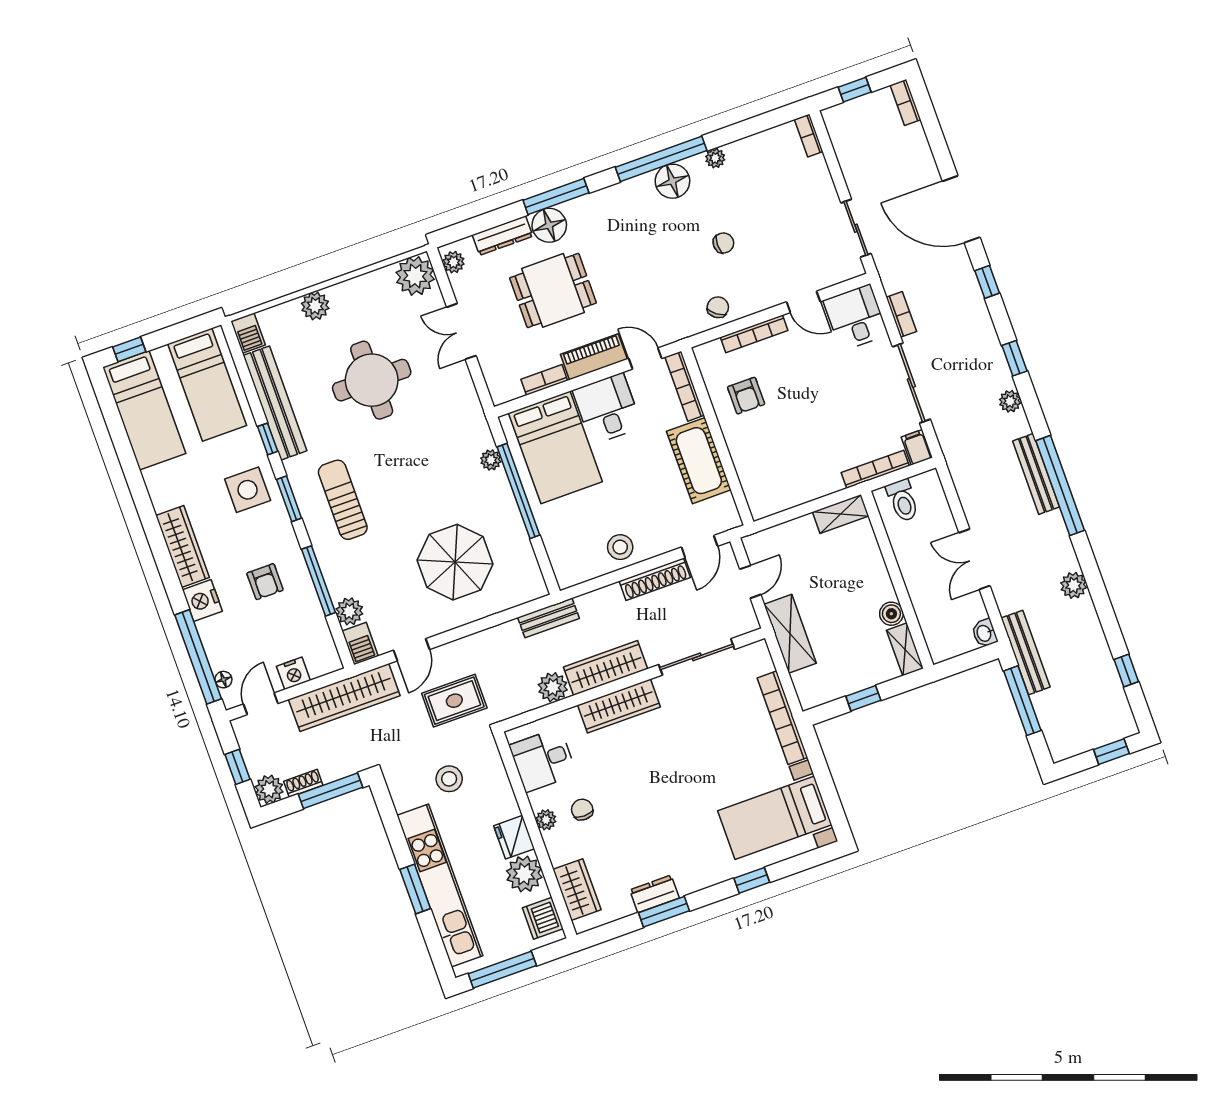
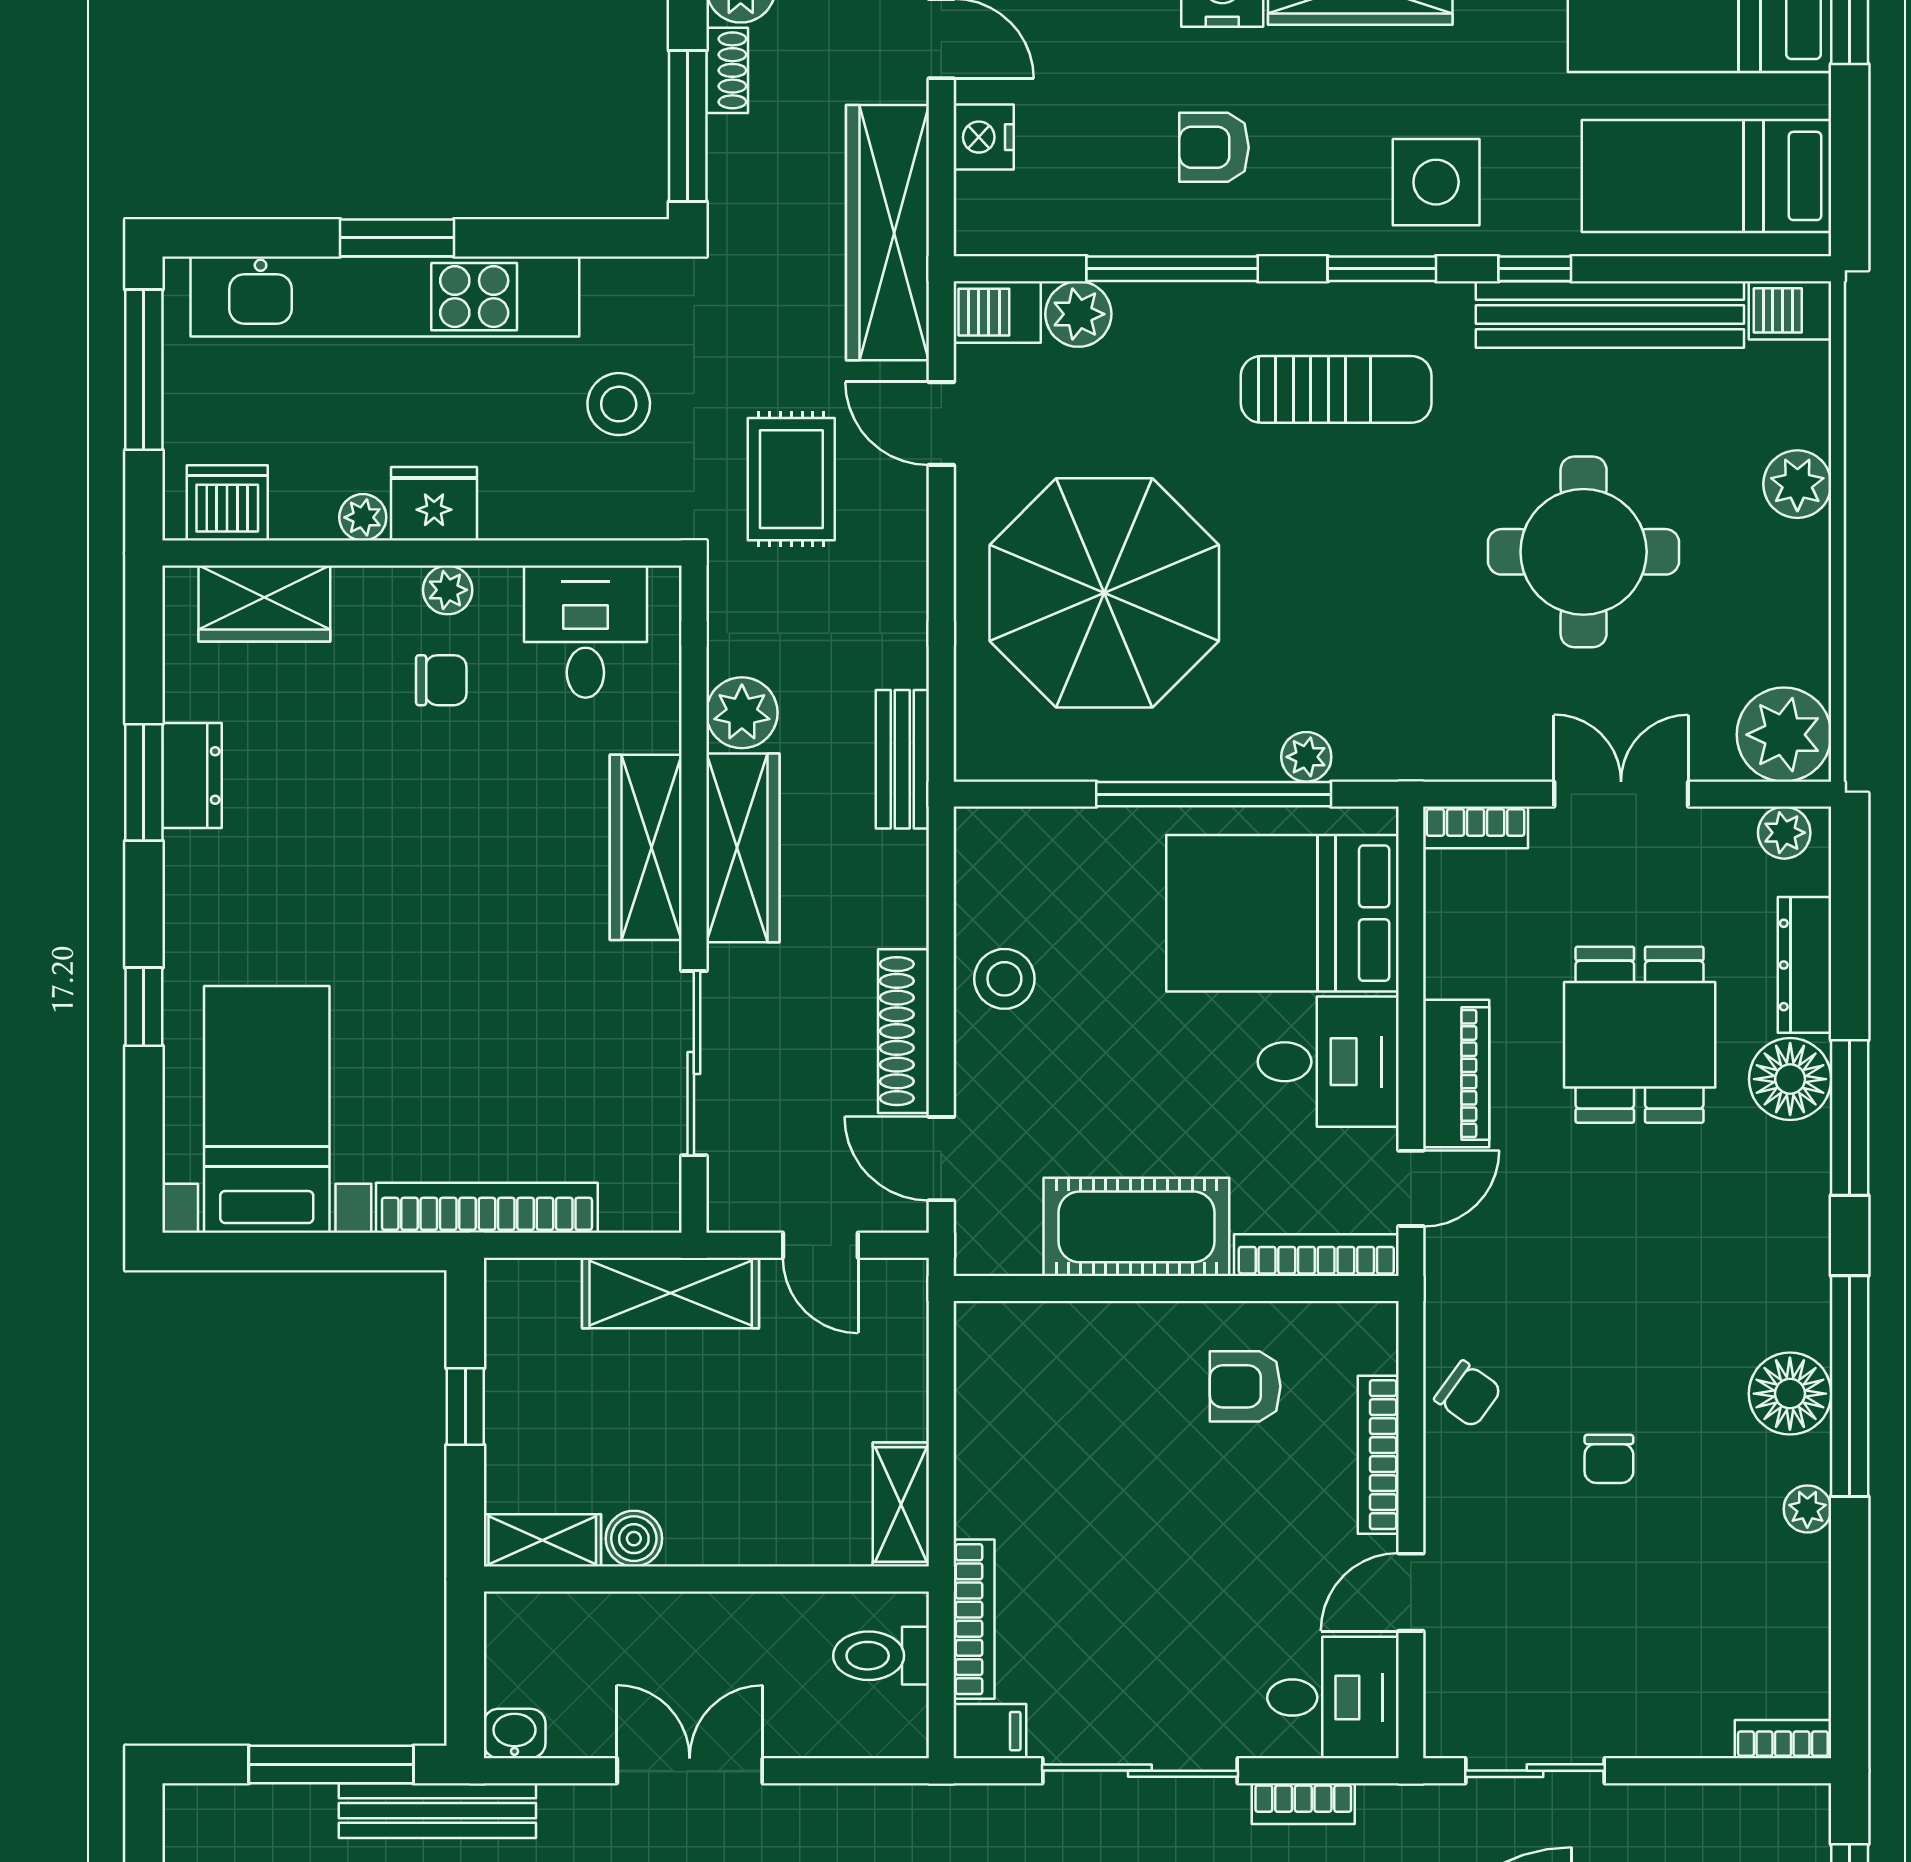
bookcase: (544, 380) -> (1476, 827), moved, turned 90
parasol: (455, 562) -> (1104, 593), width x1.36, depth x1.36
plant: (524, 874) -> (363, 517), width x0.53, depth x0.53

